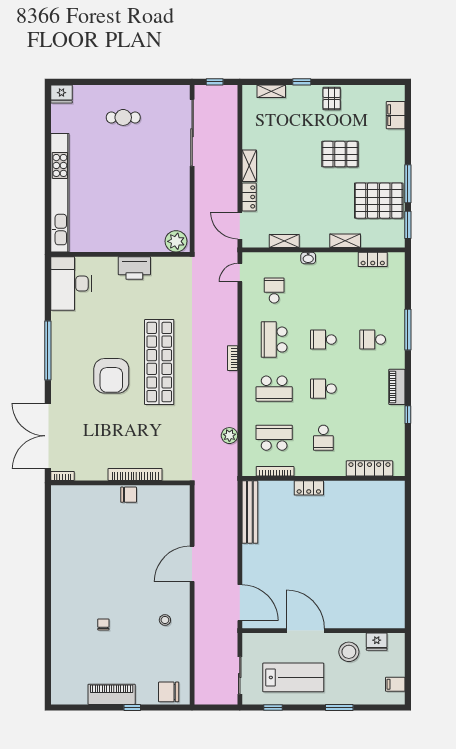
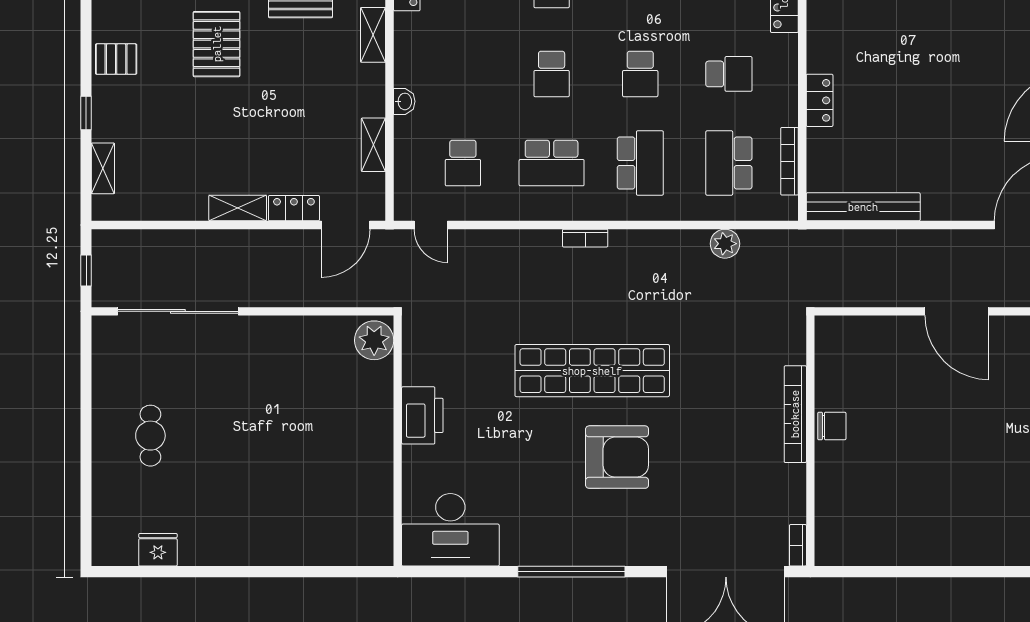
fridge: (62, 94) -> (158, 550), moved, turned -90
kitchen unit: (60, 193) -> (286, 550), removed
school desk: (274, 290) -> (463, 163), turned -90
chair: (129, 495) -> (832, 426), turned 90

